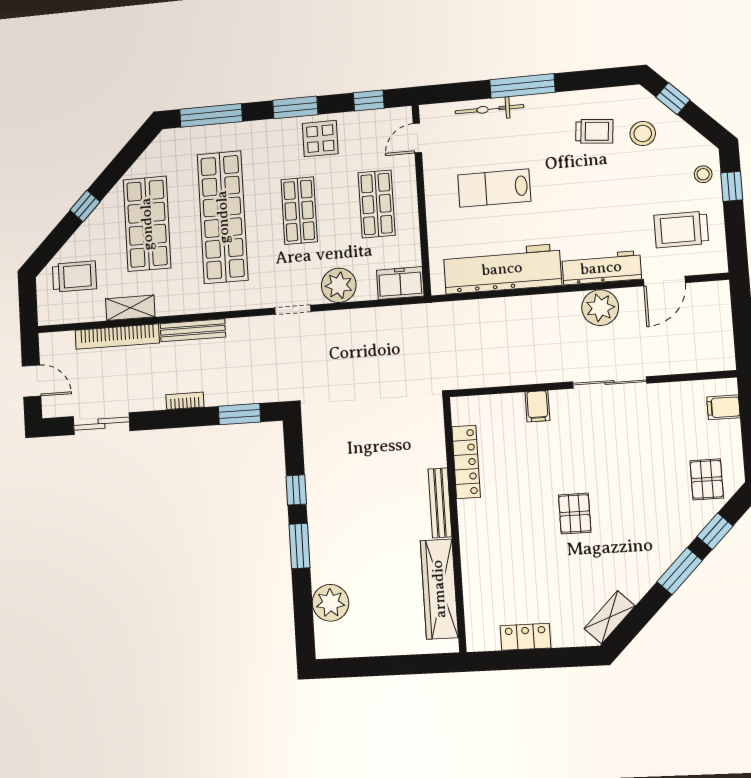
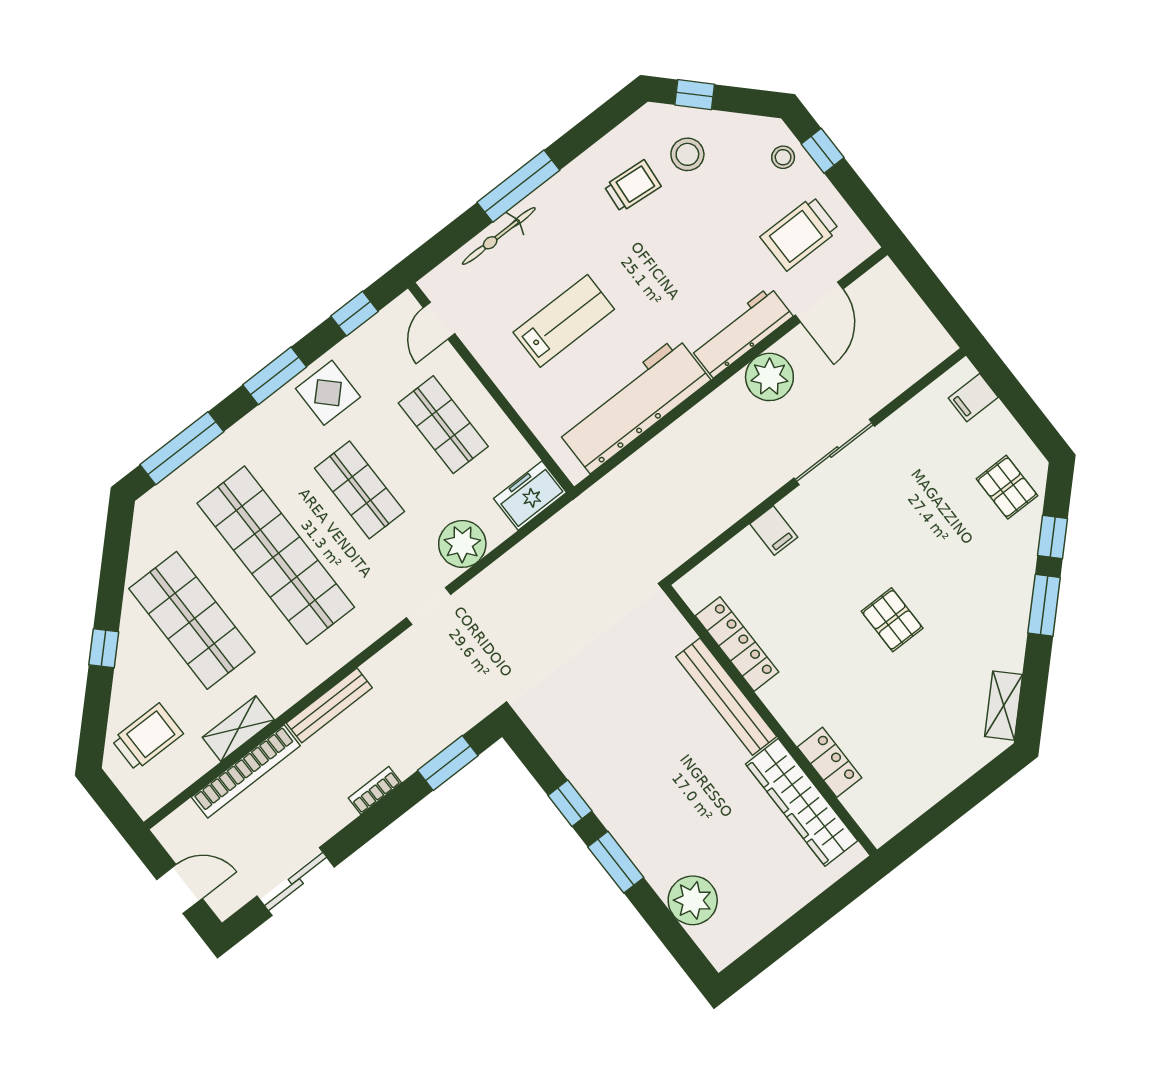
lab bench: (494, 188) -> (564, 321), turned 180
bench: (440, 503) -> (726, 697), width x1.37, depth x1.21
locker: (525, 637) -> (830, 762), moved, turned 90

